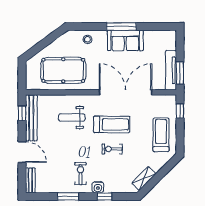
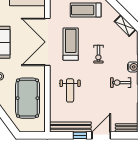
window: (22, 113) -> (80, 135), moved
treadmill: (112, 124) -> (71, 44), moved

